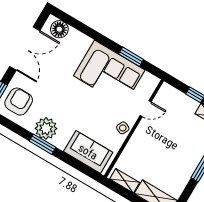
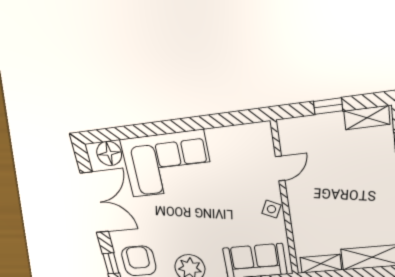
window: (131, 57) -> (213, 121), removed
corner sofa: (109, 73) -> (167, 164), moved

